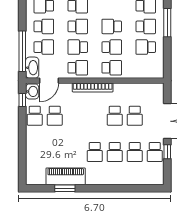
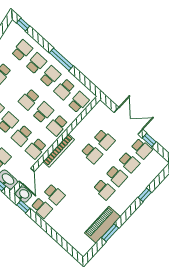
school desk: (78, 68) -> (36, 149), turned 180
school desk: (112, 68) -> (57, 125), turned 180
school desk: (146, 68) -> (79, 102), added
window: (120, 188) -> (145, 195), added

